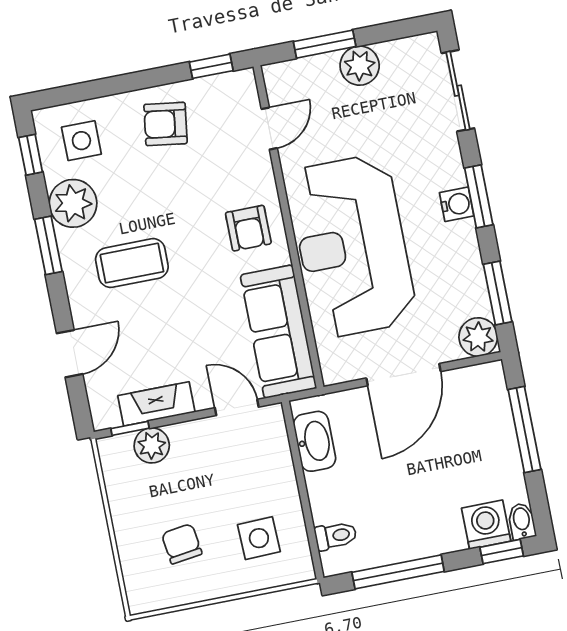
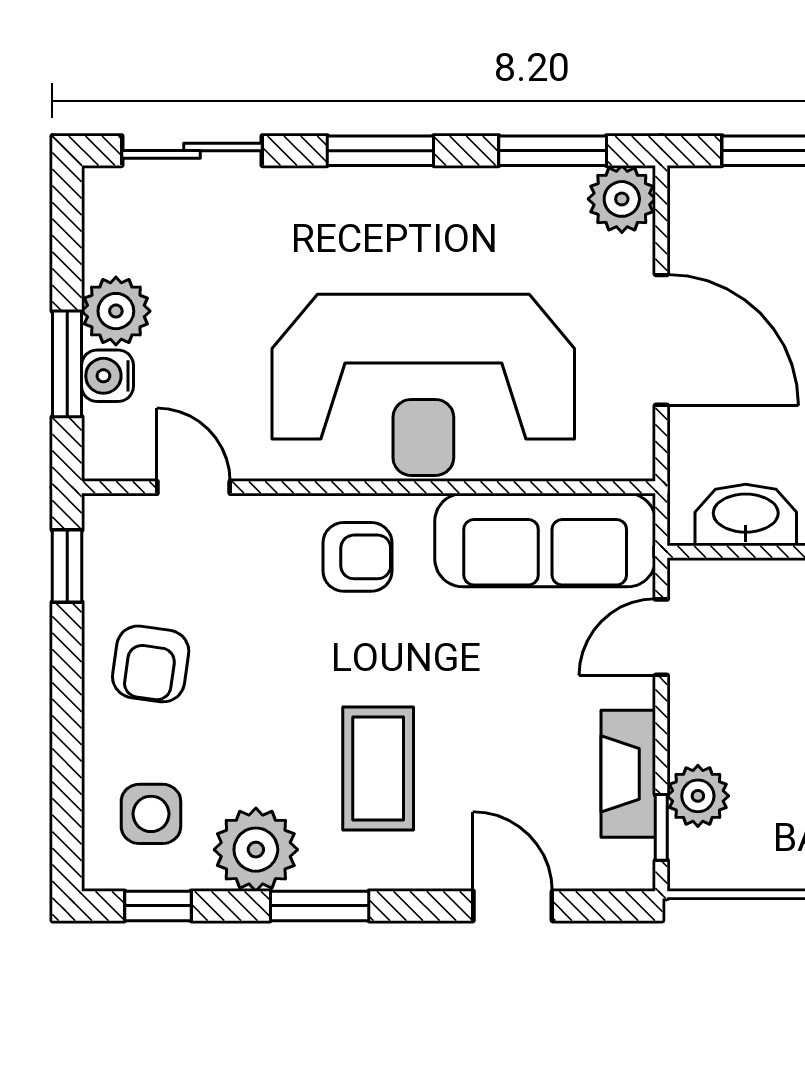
water cooler: (457, 204) -> (108, 376), moved, turned -90

